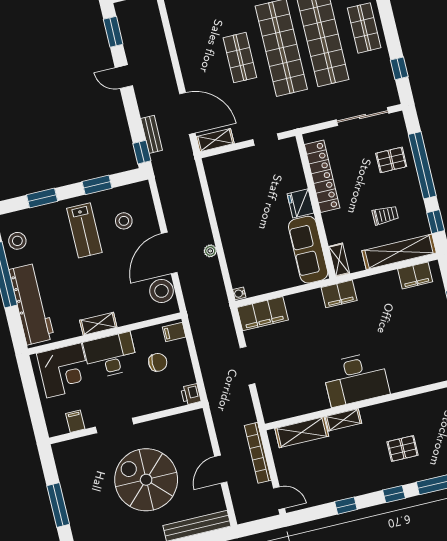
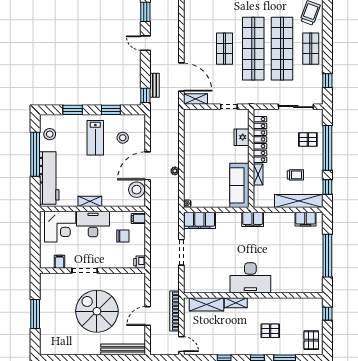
fridge: (300, 203) -> (241, 137), moved
shelving: (339, 260) -> (258, 175), moved

